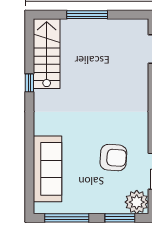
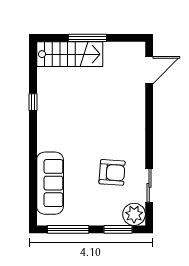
stairs: (47, 54) -> (70, 54), moved, turned 90

